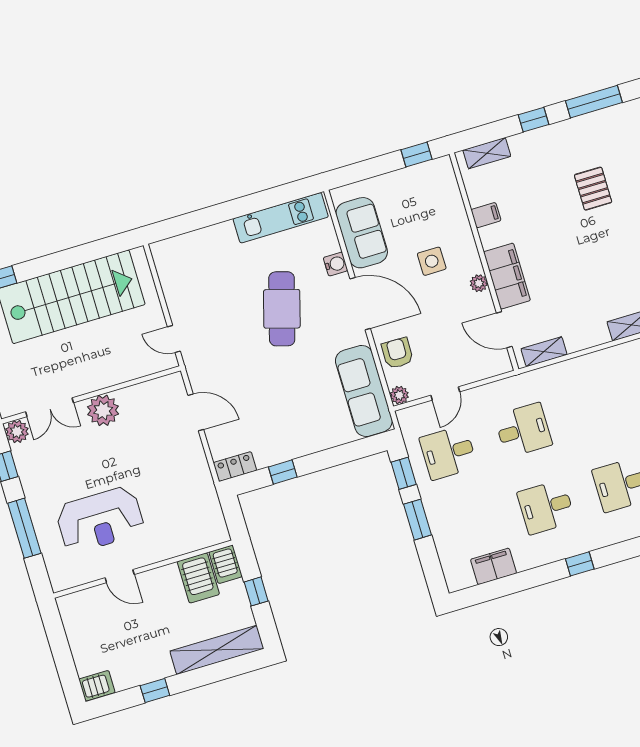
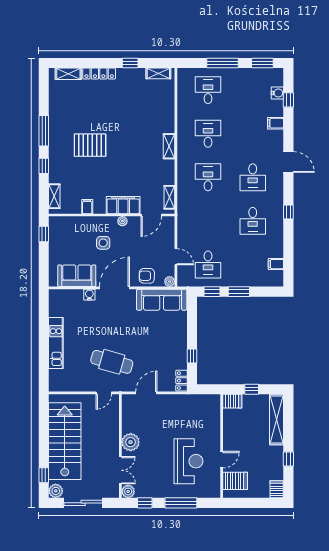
pallet: (593, 189) -> (90, 145), width x1.50, depth x1.42
kitchen unit: (281, 218) -> (56, 343), moved
cafe table: (282, 309) -> (112, 362), moved
desk: (523, 430) -> (208, 177), moved
filing cabinet: (494, 566) -> (276, 264), width x0.50
server rack: (198, 578) -> (235, 481), moved

